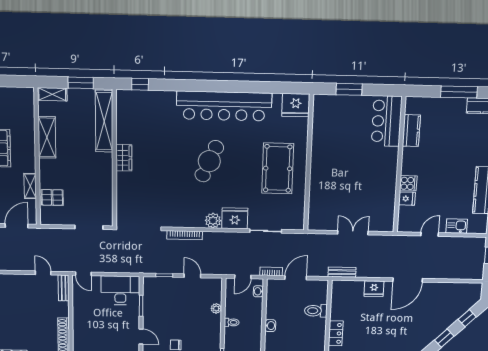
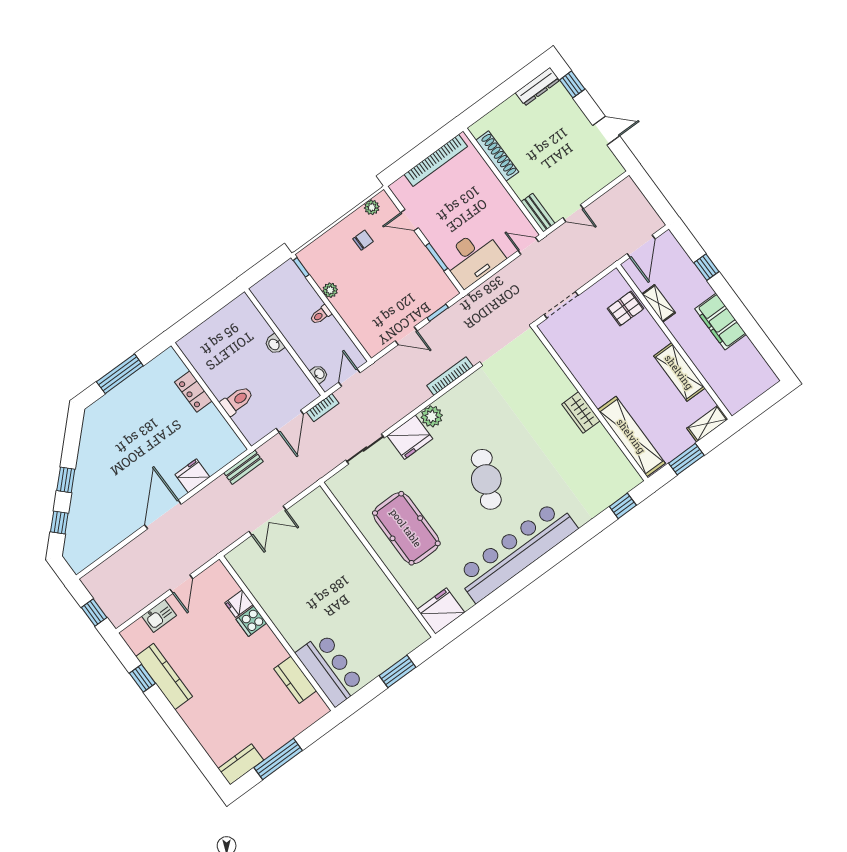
plant: (216, 308) -> (330, 290), moved

